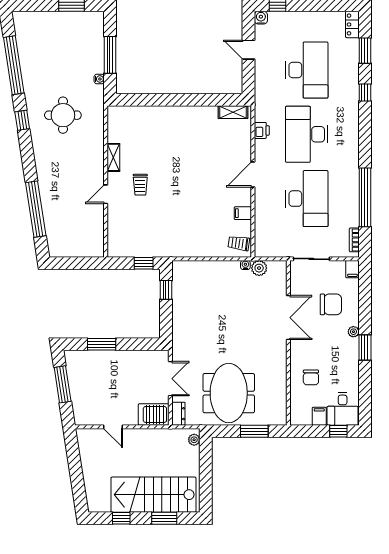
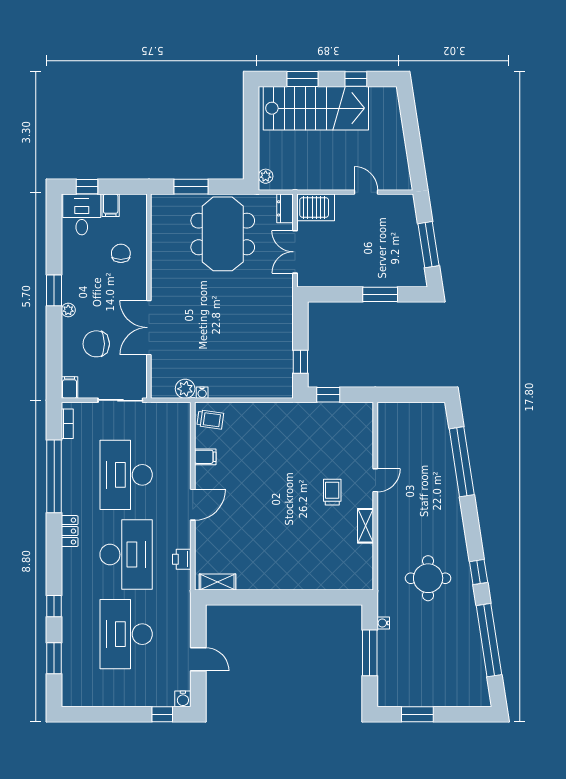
locker: (352, 24) -> (70, 531), moved

